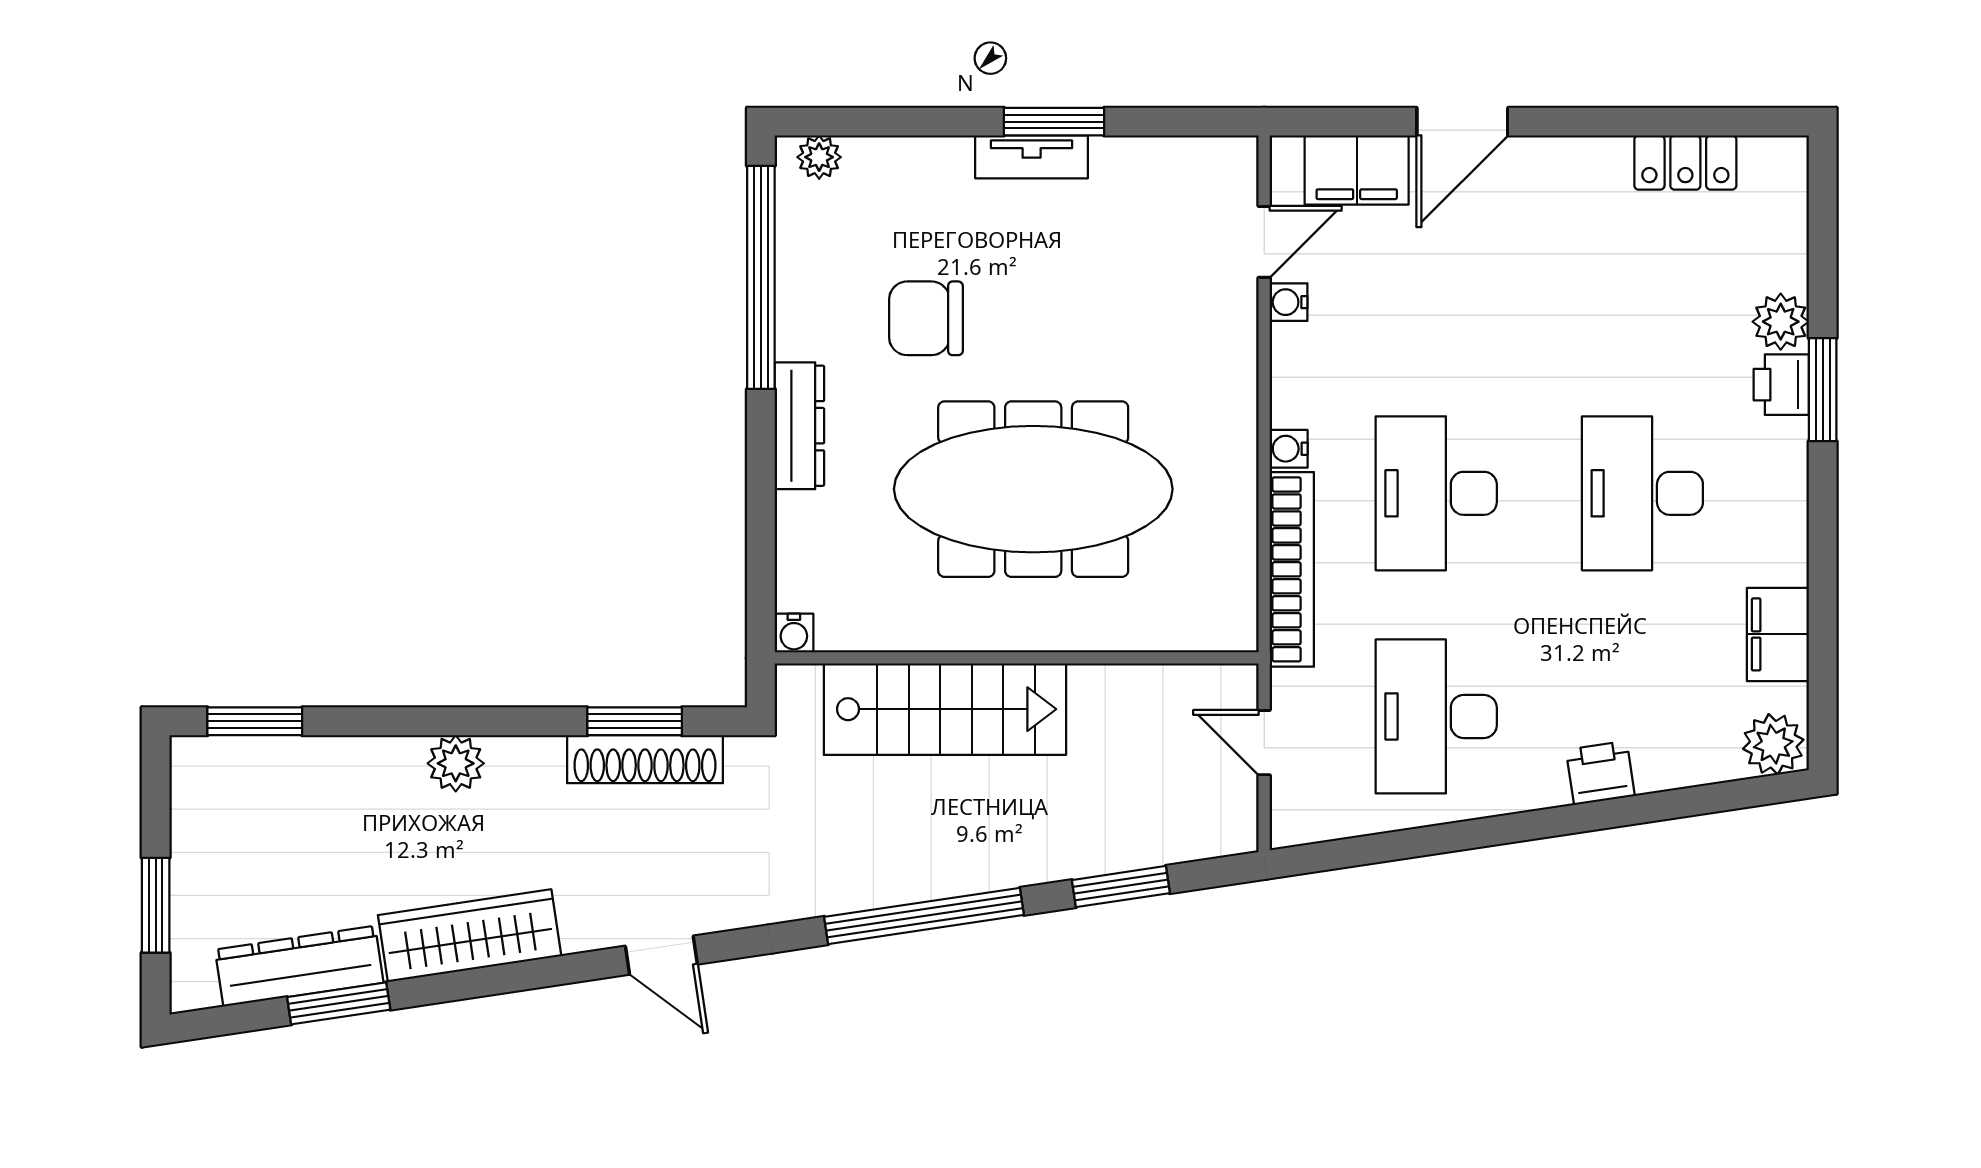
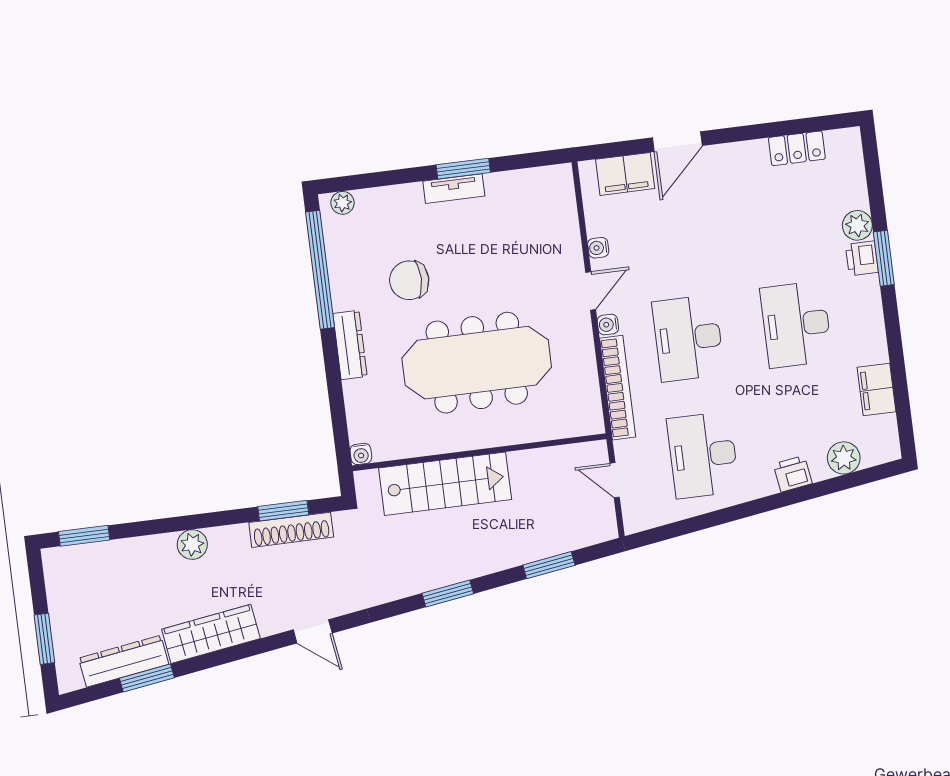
door: (1264, 242) -> (591, 291), moved
plant: (1773, 744) -> (844, 458), moved
window: (924, 916) -> (448, 594), width x0.47

